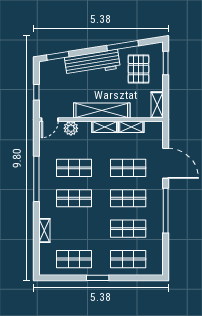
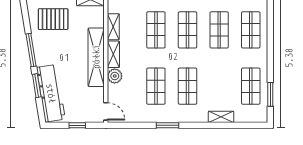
window: (123, 46) -> (31, 50), moved
window: (58, 56) -> (37, 86), moved
workbench: (92, 63) -> (51, 93), moved
plant: (71, 128) -> (115, 76), moved
window: (36, 179) -> (167, 125), width x0.47
window: (98, 278) -> (270, 94), moved

